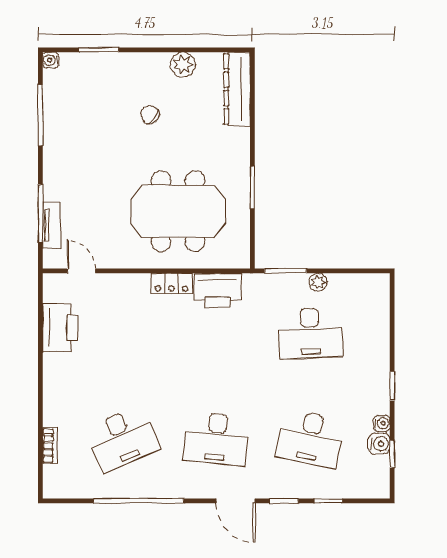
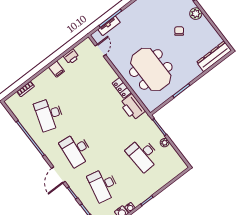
plant: (183, 65) -> (196, 14), moved
printer: (60, 328) -> (71, 57), width x0.53, depth x0.68
filing cabinet: (57, 368) -> (57, 69), added
desk: (122, 439) -> (49, 114), turned 42

